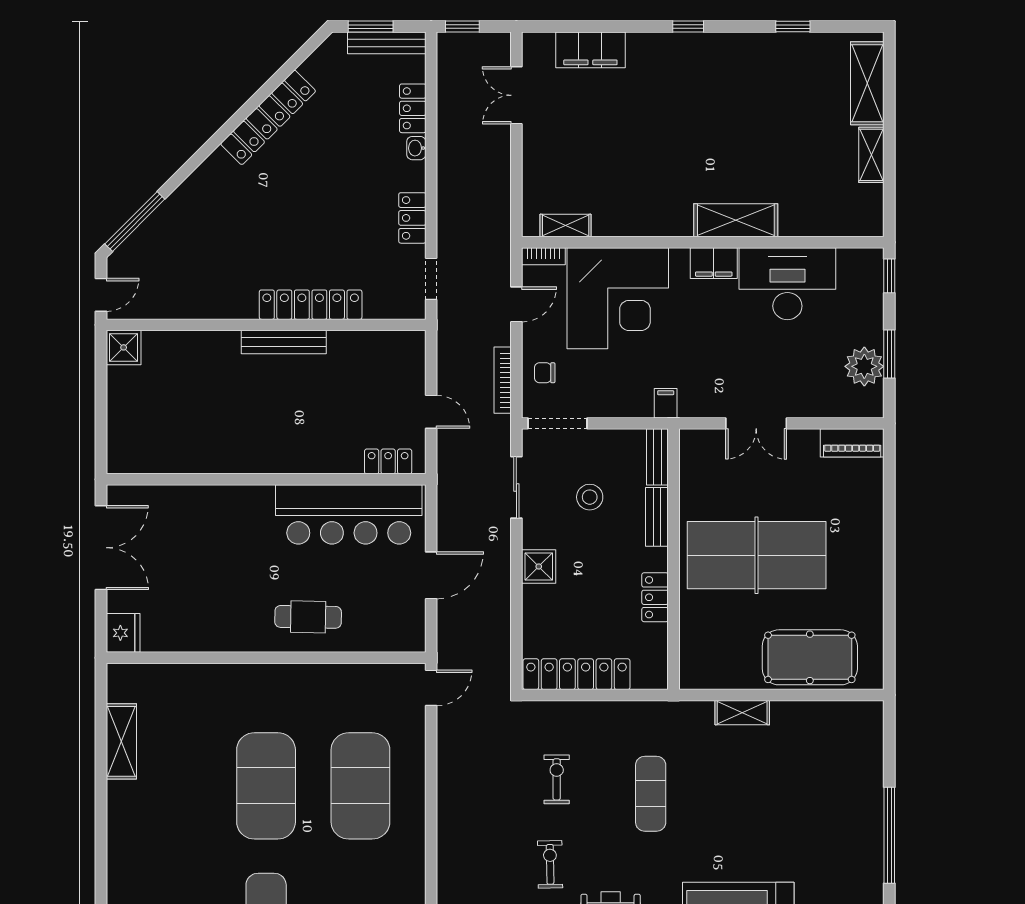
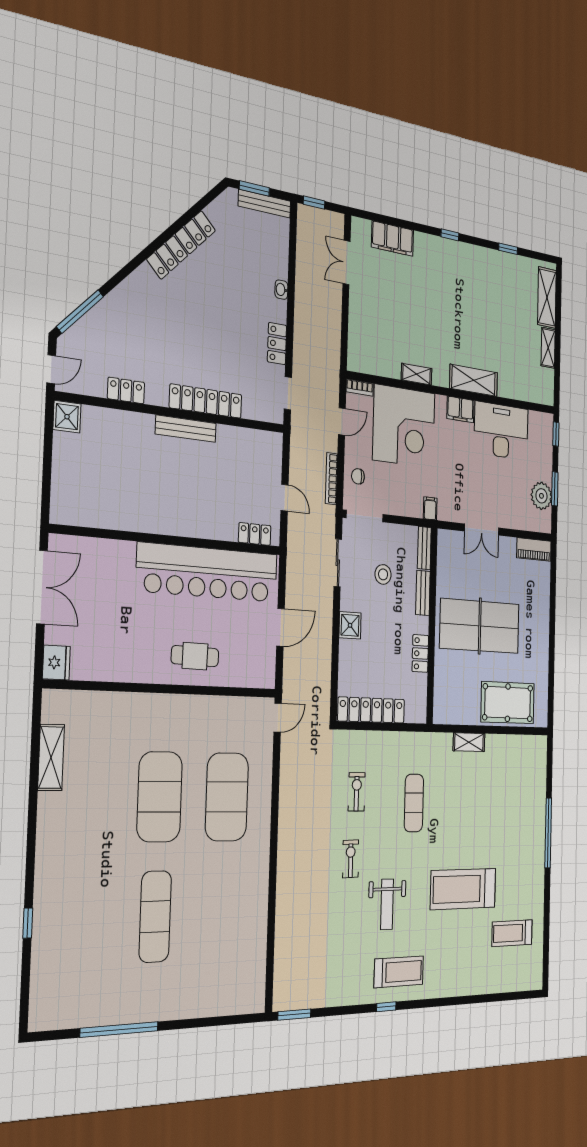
locker: (413, 108) -> (126, 390), moved, turned 90
shelving: (566, 226) -> (417, 374), moved
bar counter: (349, 514) -> (208, 573), width x1.36

